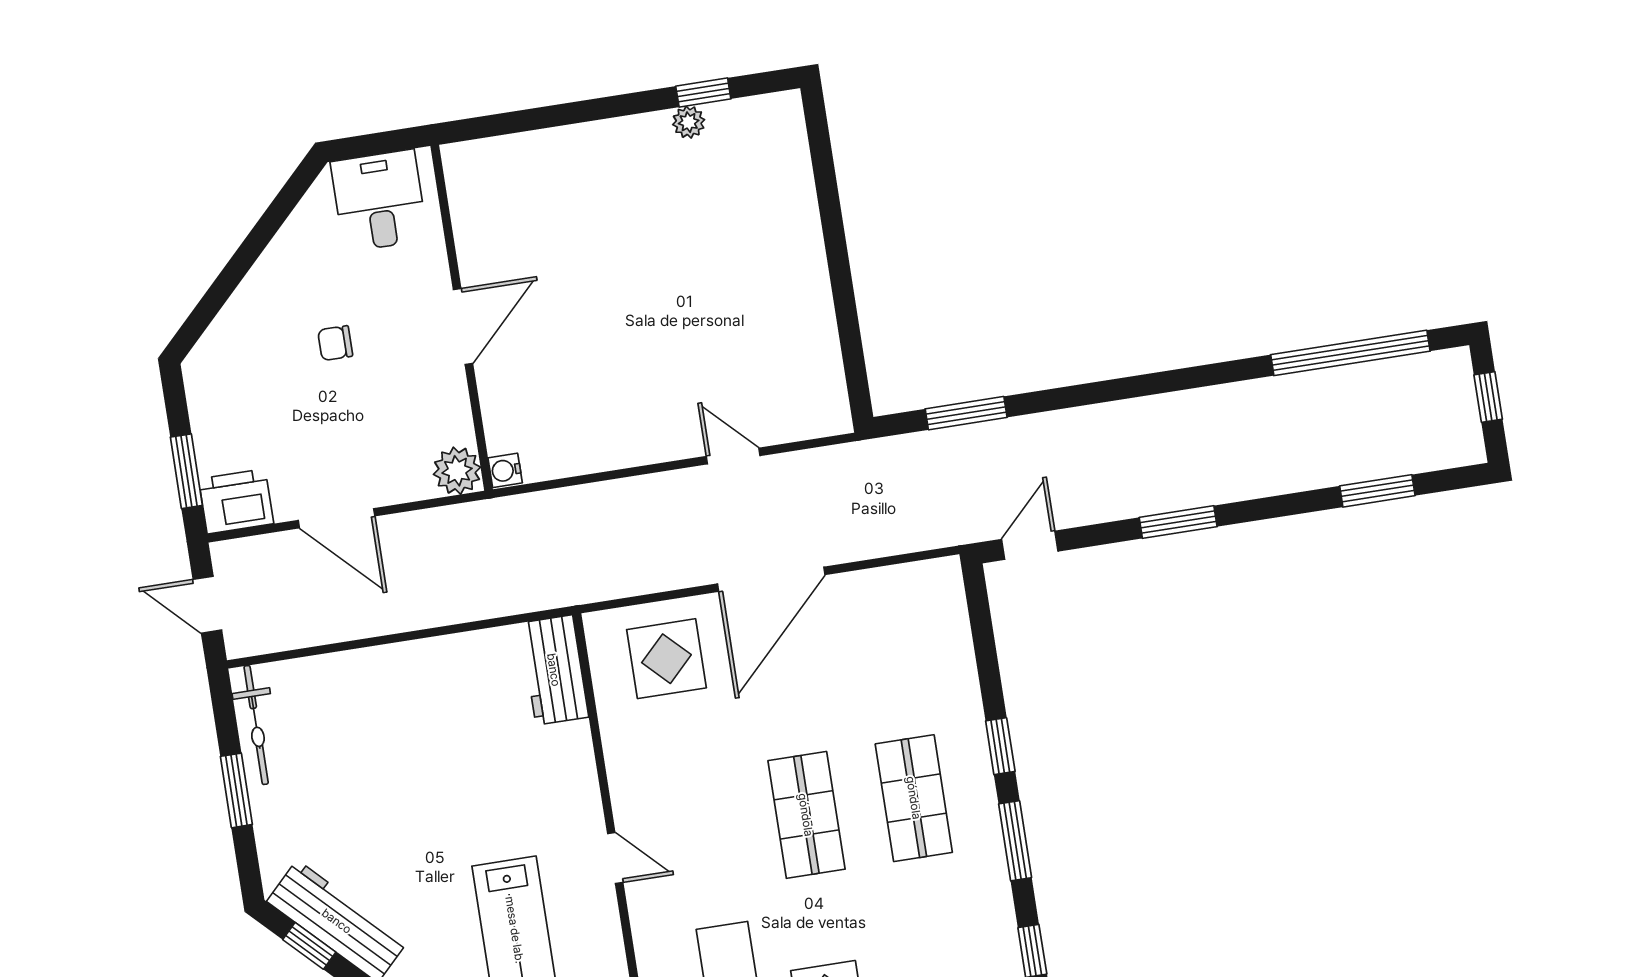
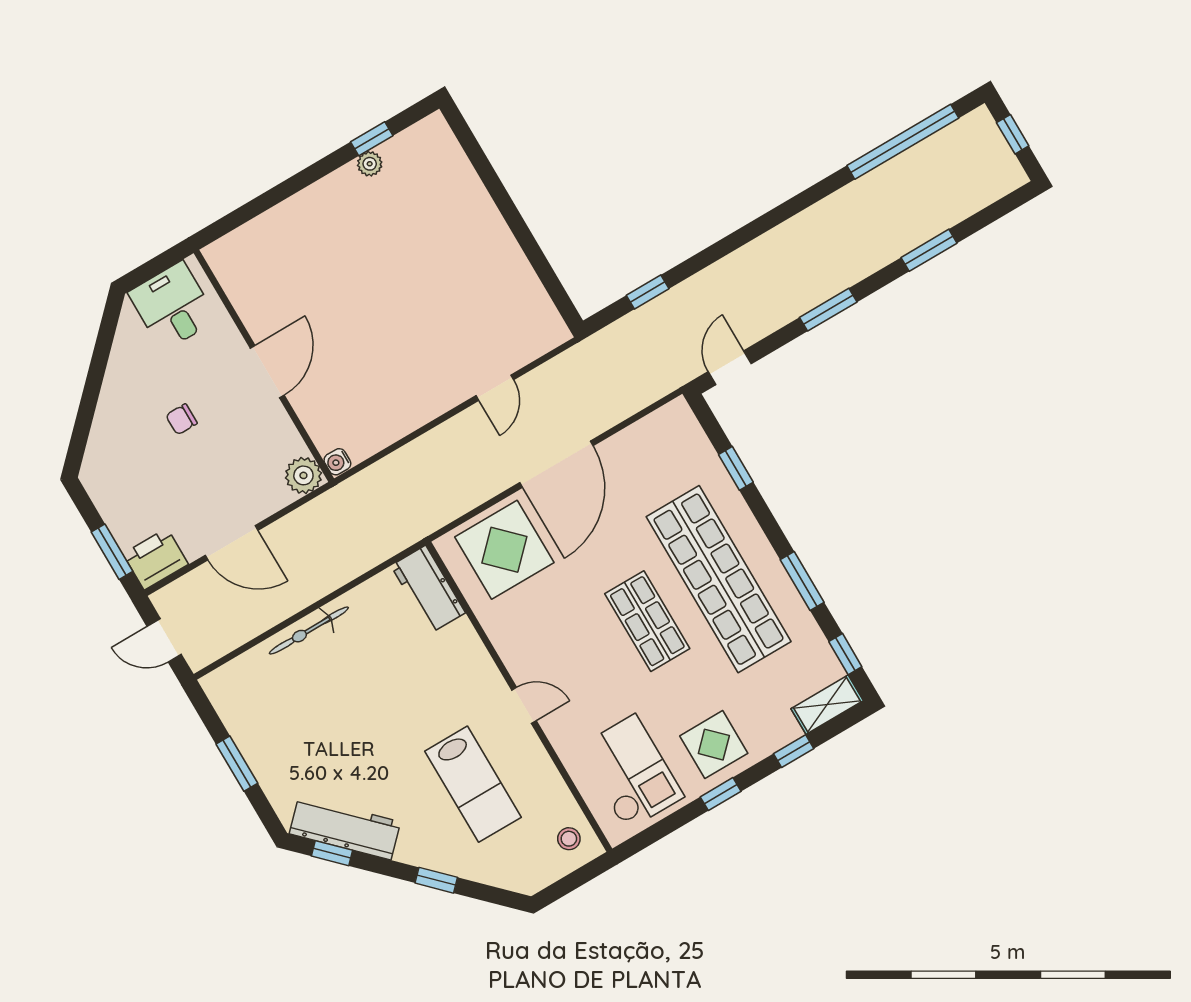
window: (966, 413) -> (648, 292), width x0.67
door: (733, 456) -> (495, 388), swing flipped
window: (1377, 491) -> (929, 250), moved
display table: (666, 659) -> (504, 550), width x1.36, depth x1.36
bicycle: (256, 725) -> (309, 631), moved, turned 90
window: (1000, 746) -> (736, 468), moved
shop shelf: (914, 798) -> (719, 579), width x2.00, depth x1.36

